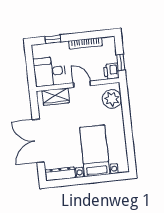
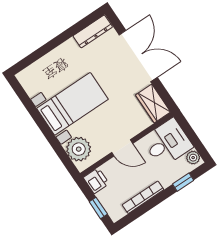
plant: (37, 52) -> (193, 158), added
window: (121, 63) -> (98, 208), moved
wardrobe: (56, 97) -> (153, 104), moved, turned -90
bed with nightstands: (95, 151) -> (73, 104), moved, turned -90

